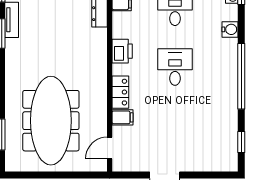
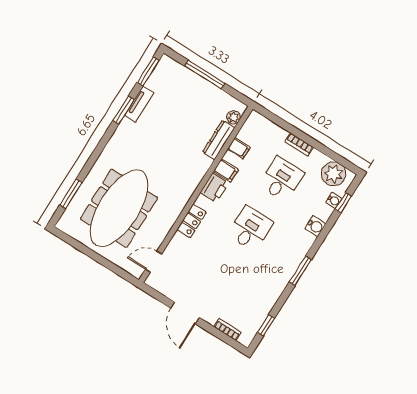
window: (241, 76) -> (300, 271), width x0.47
filing cabinet: (123, 117) -> (226, 170), moved
bookcase: (210, 166) -> (227, 330), added

